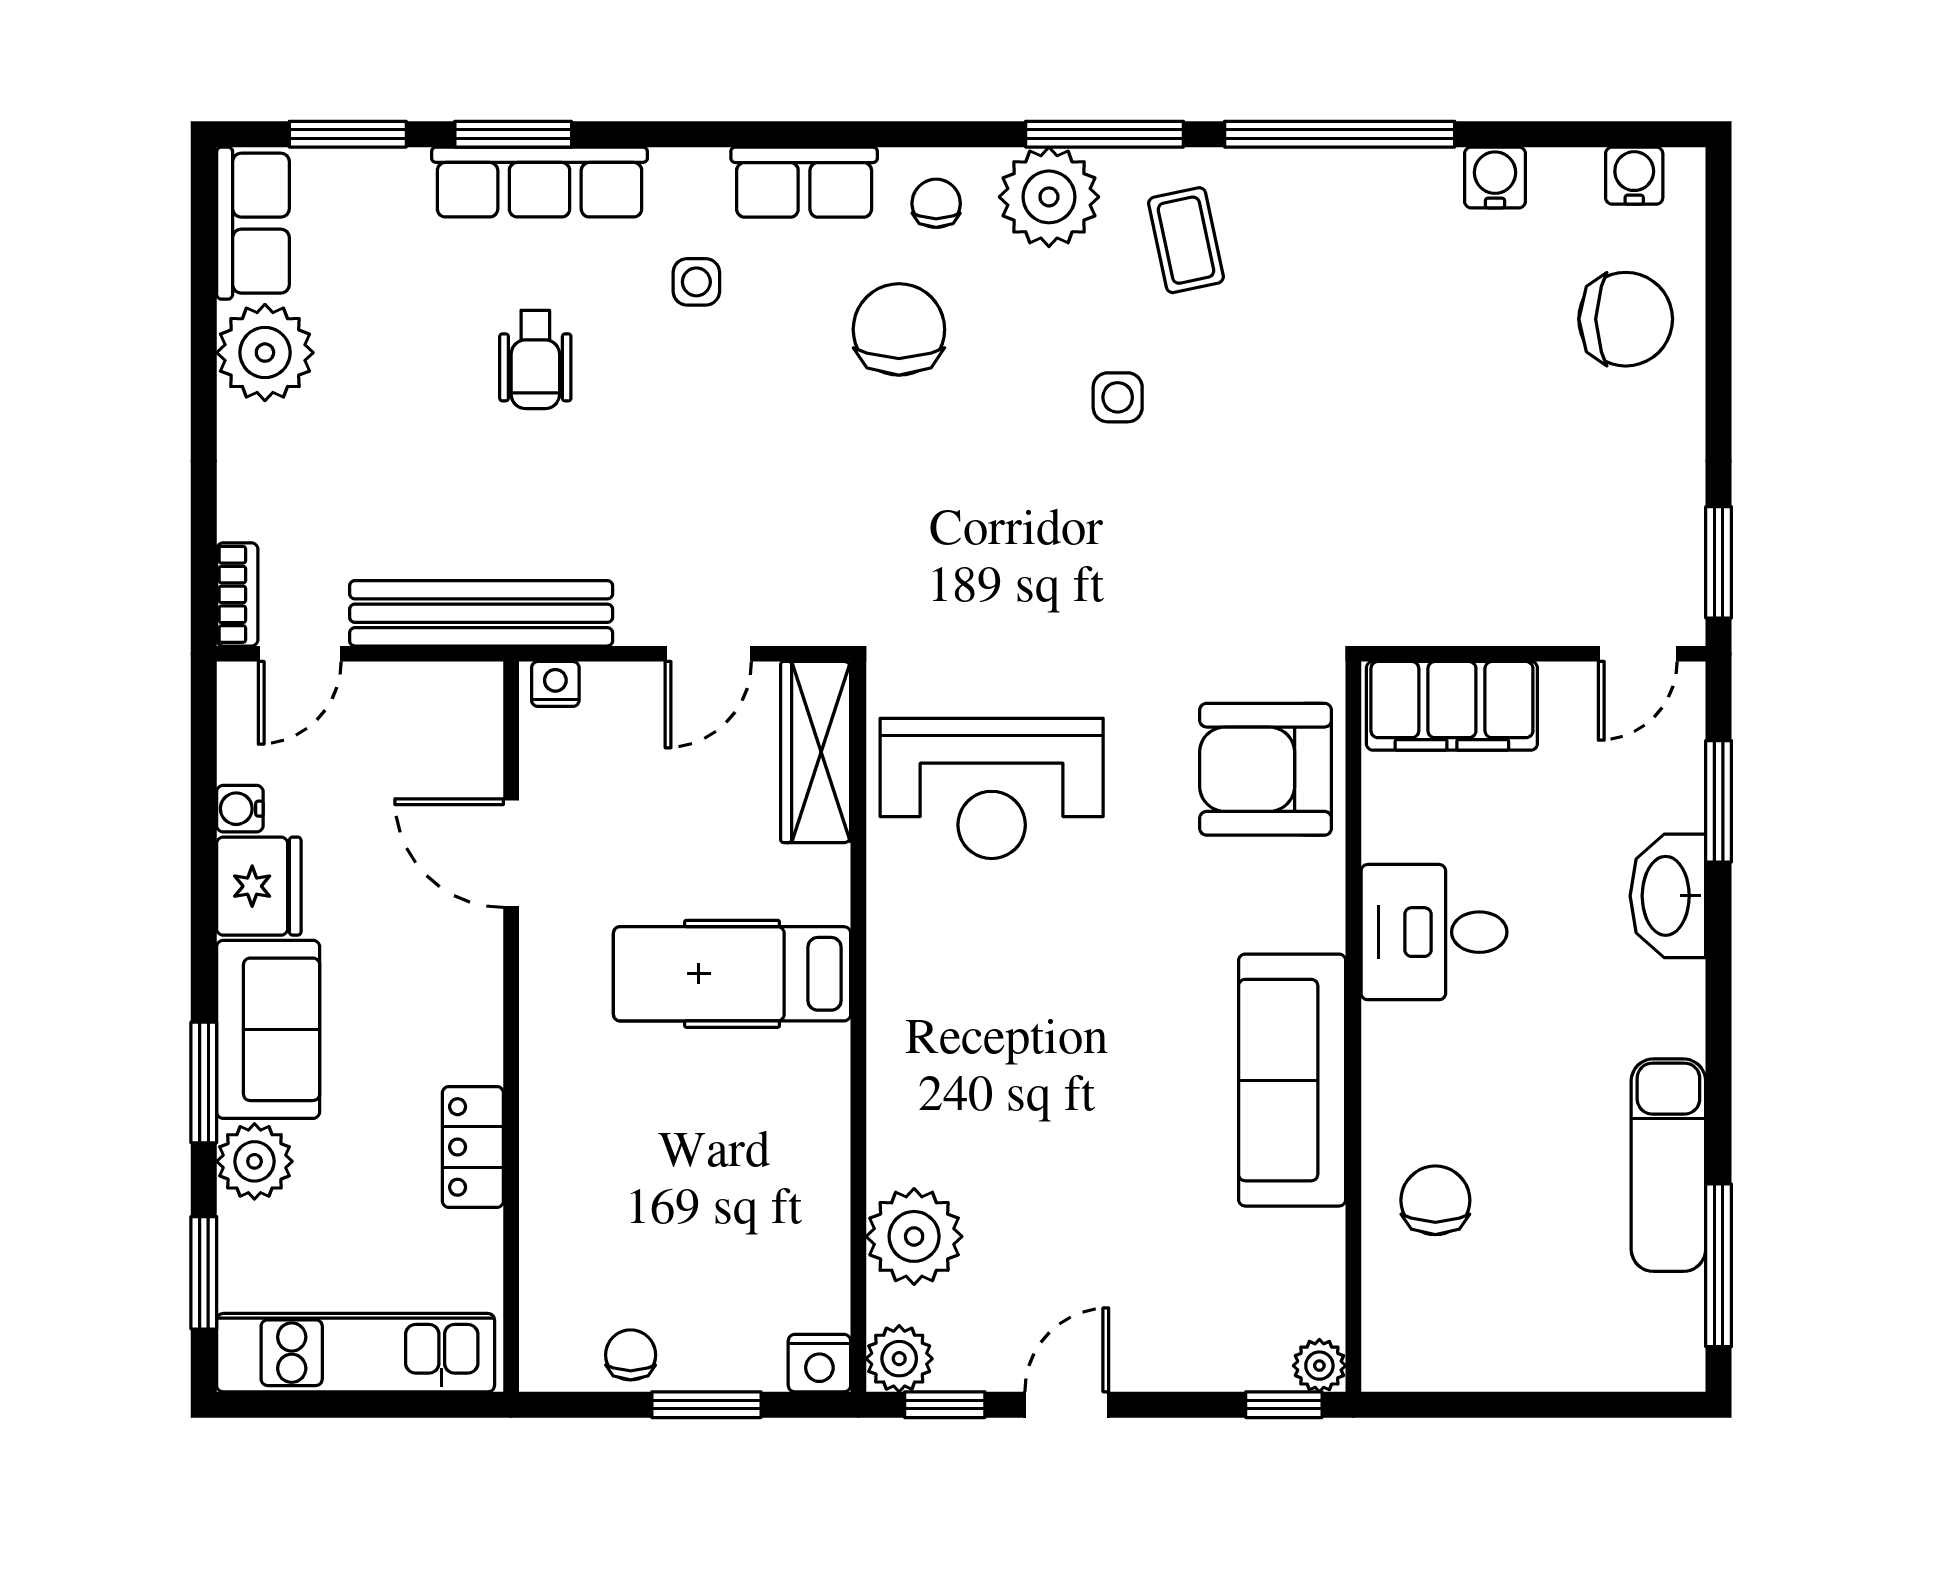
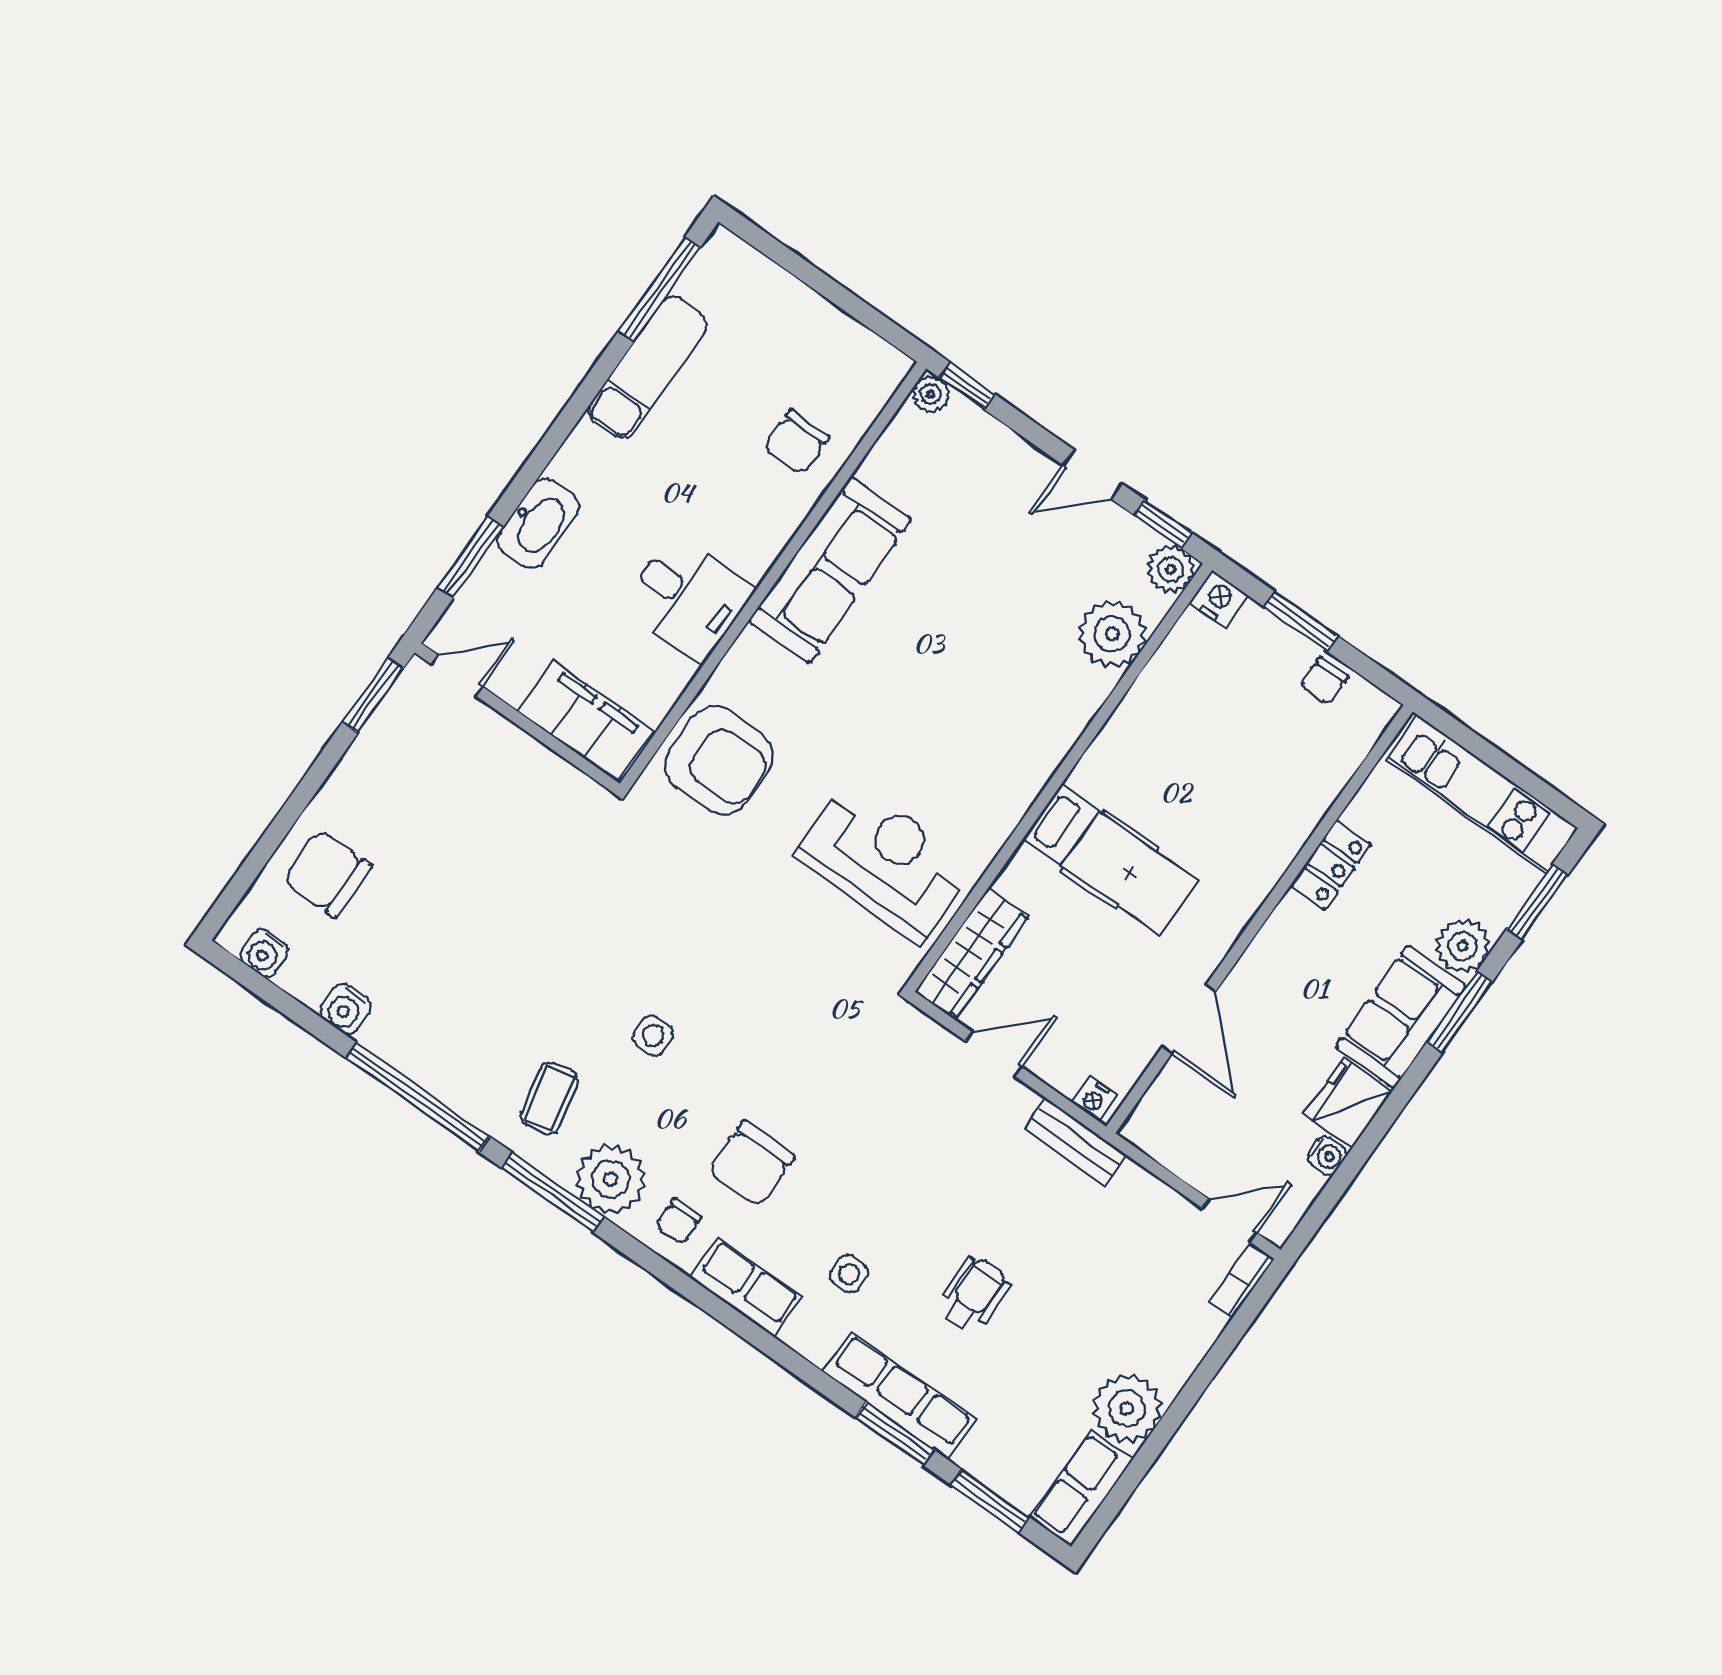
bench: (481, 613) -> (1076, 1142), width x0.54, depth x0.82

